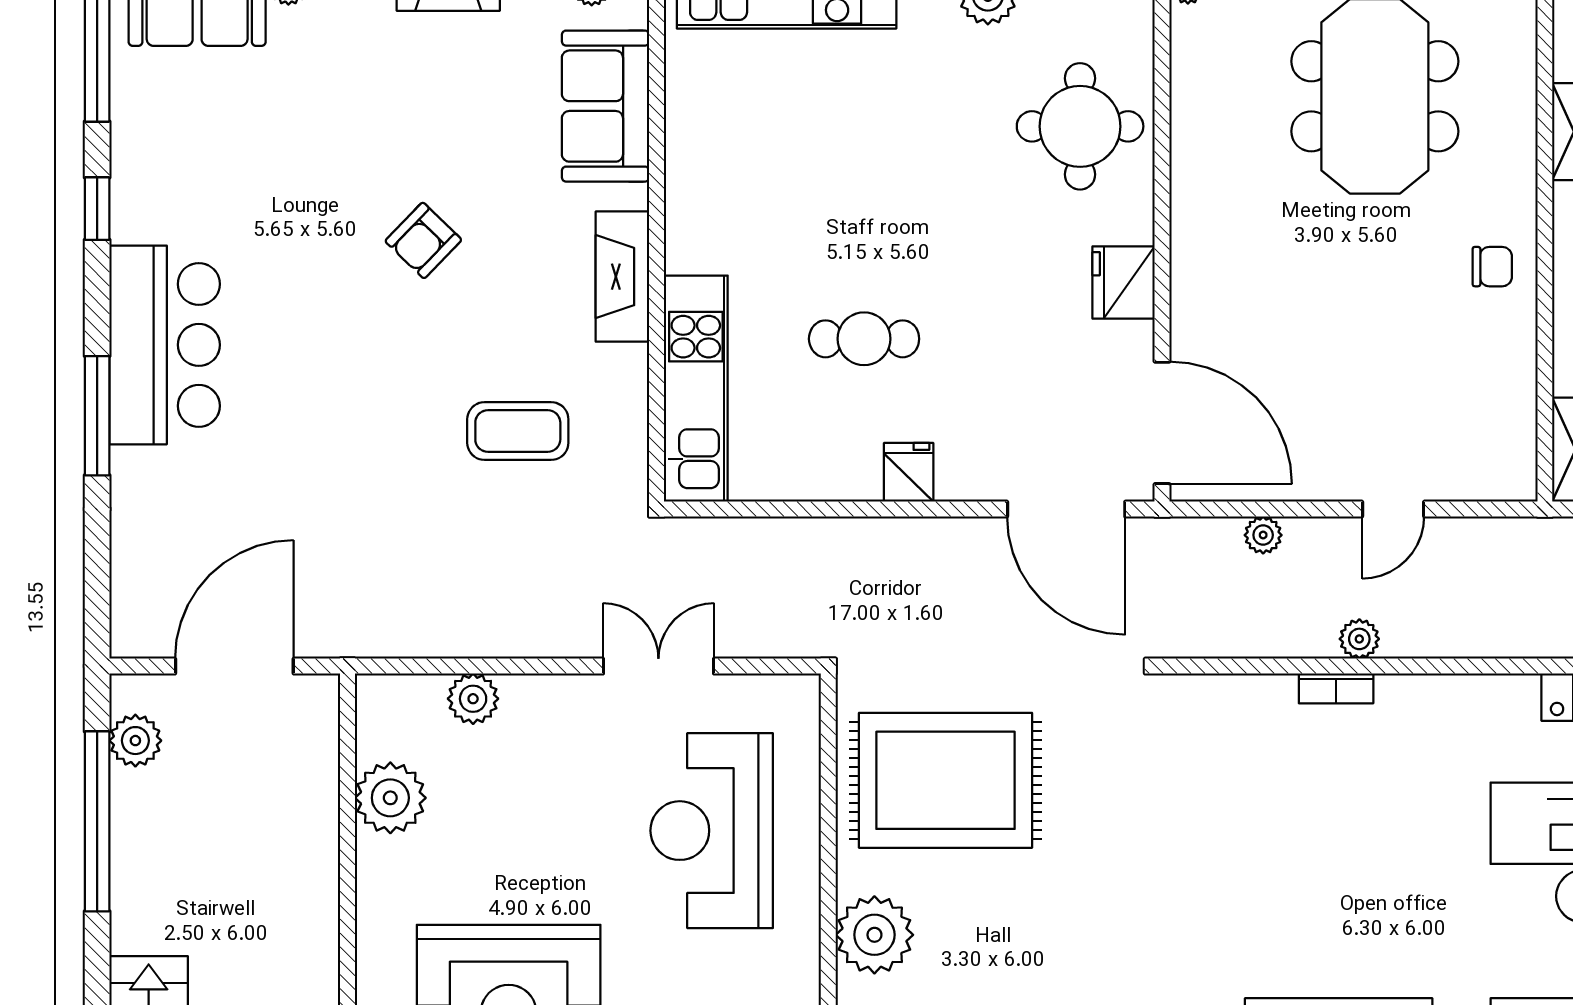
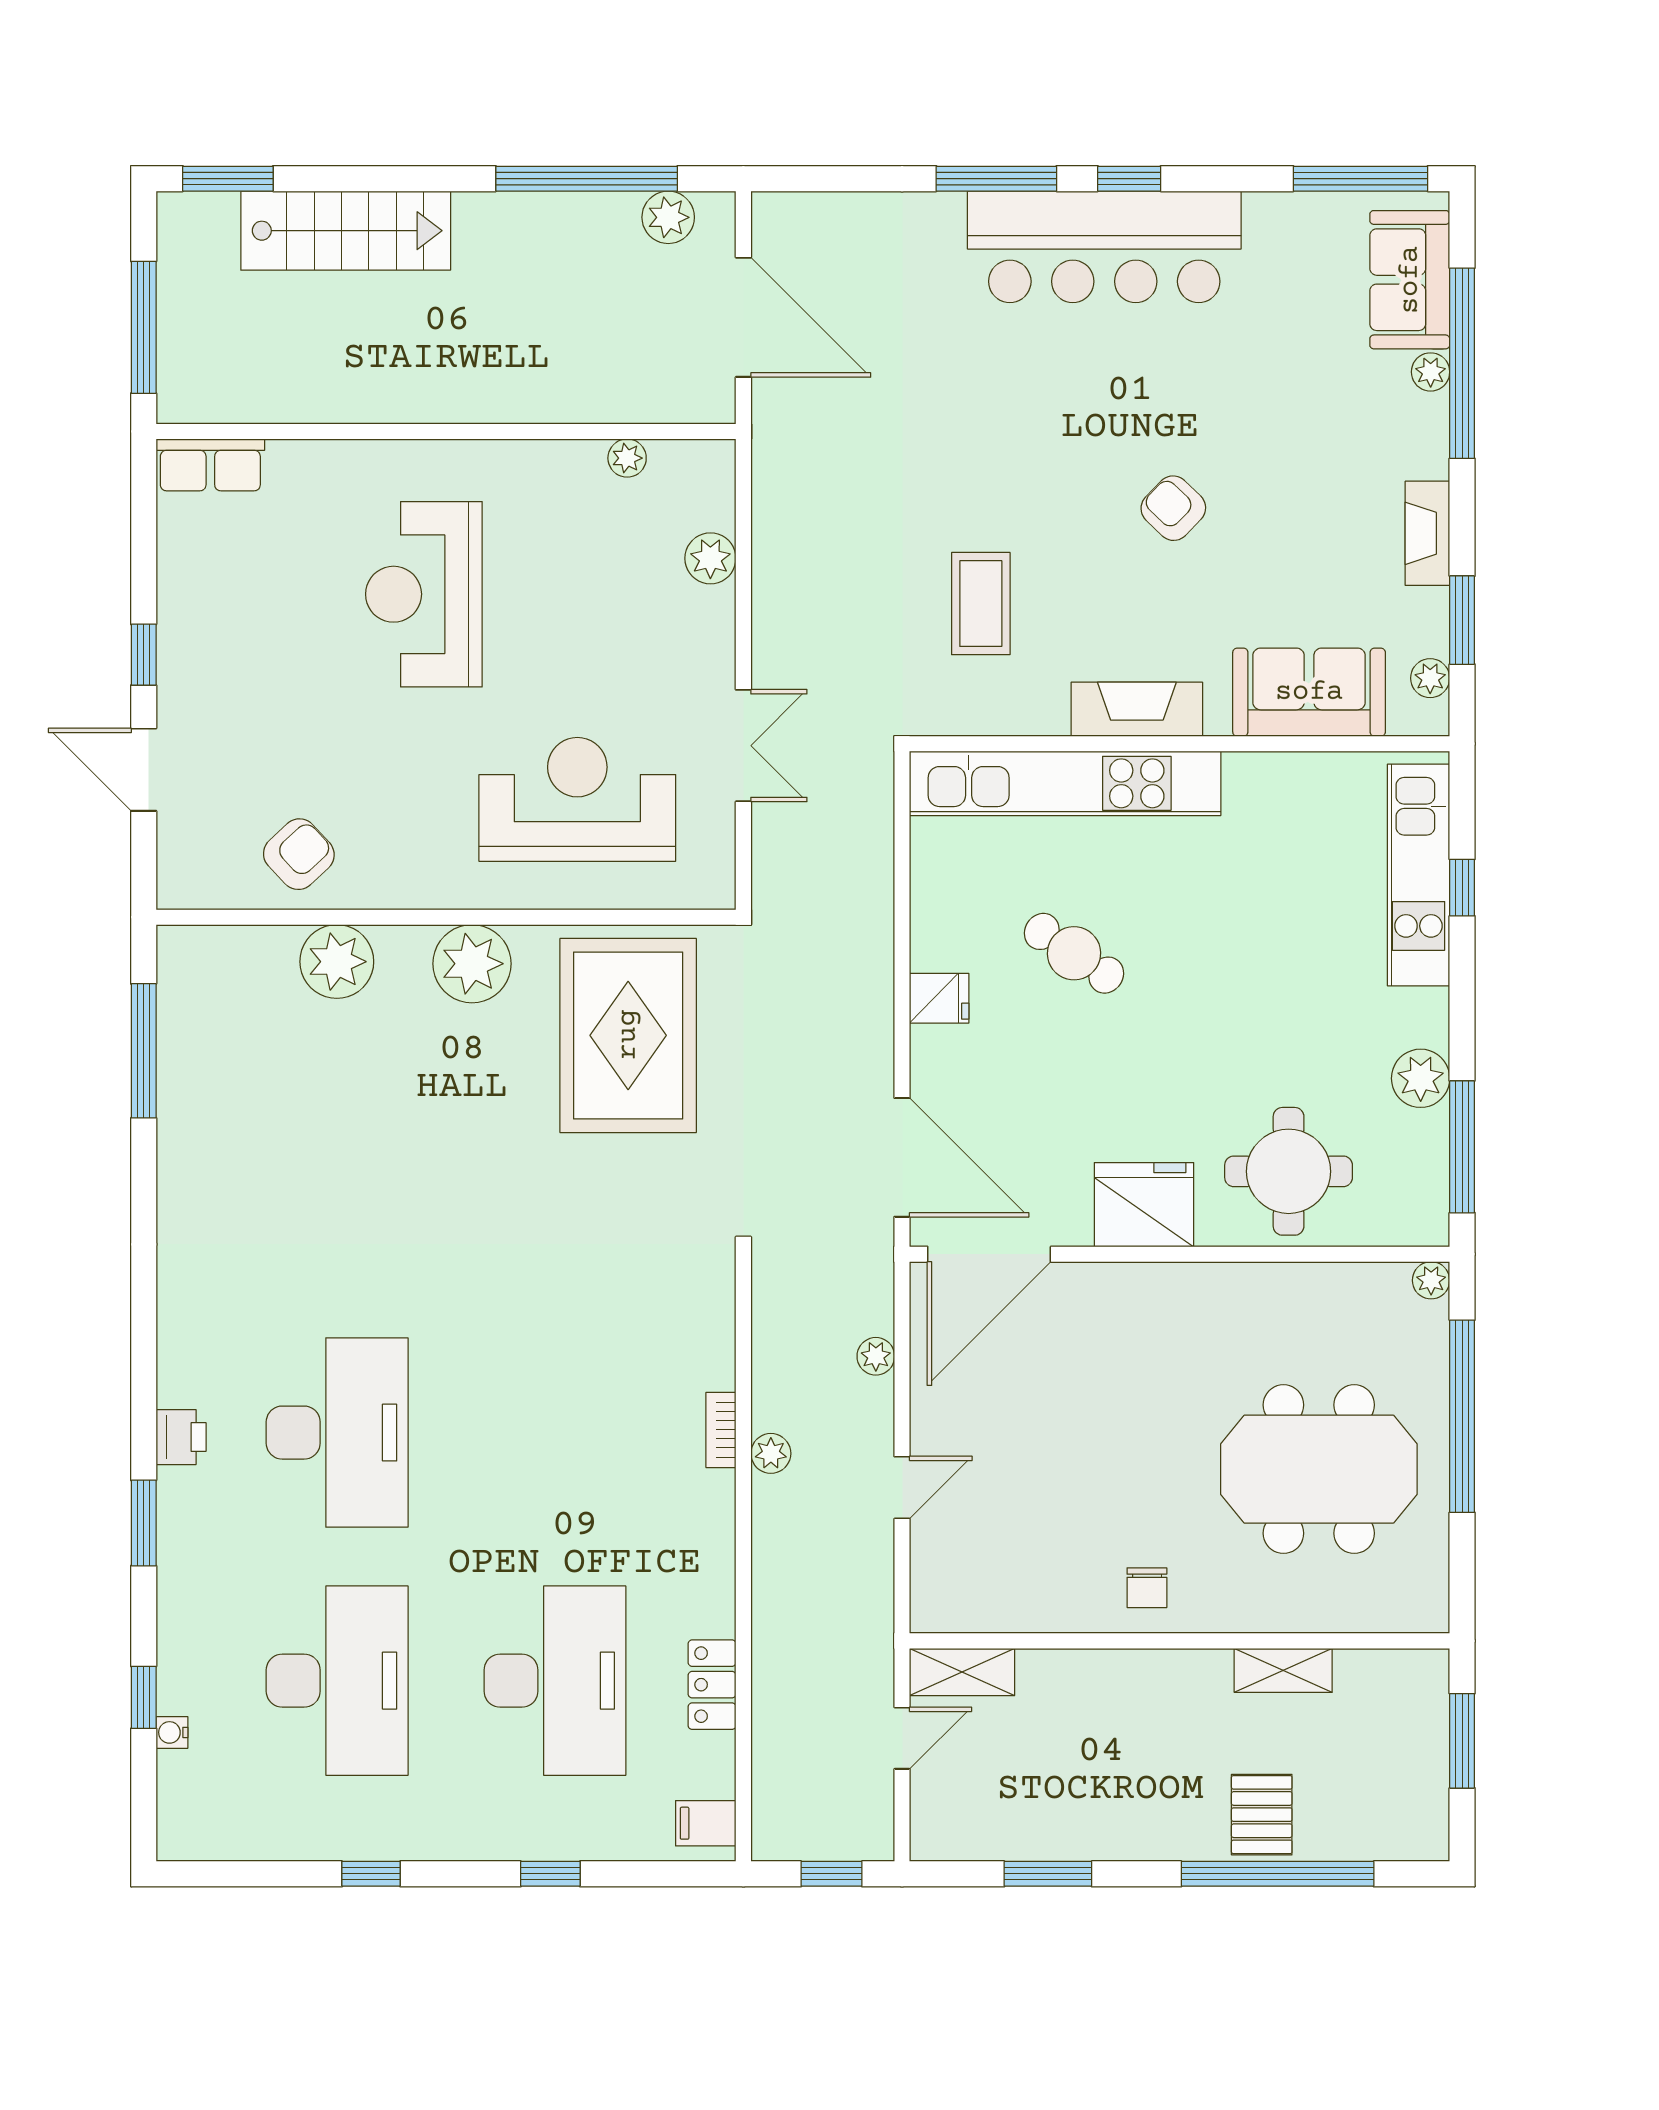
window: (97, 209) -> (1129, 179), moved
fridge: (1124, 283) -> (1144, 1205), width x1.36, depth x1.34
cafe table: (864, 339) -> (1074, 953), turned -56
bar counter: (165, 345) -> (1104, 247), width x1.36
kitchen unit: (696, 389) -> (1065, 783), width x1.36
door: (1066, 509) -> (902, 1157), swing flipped
door: (1393, 509) -> (902, 1488), swing flipped
plant: (390, 798) -> (627, 458), width x0.53, depth x0.53

